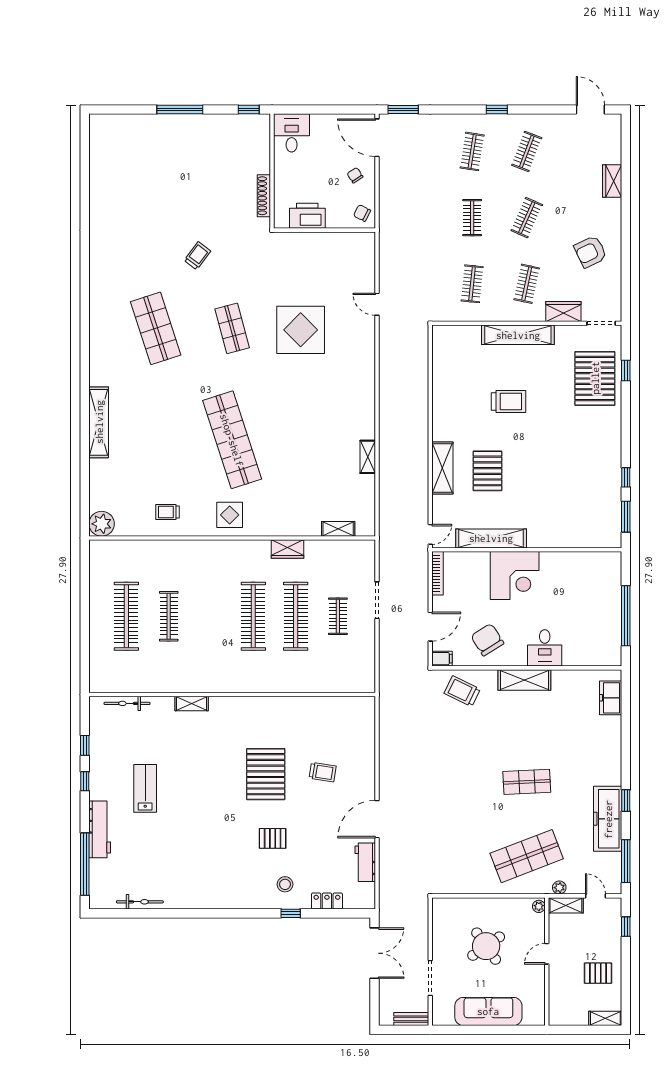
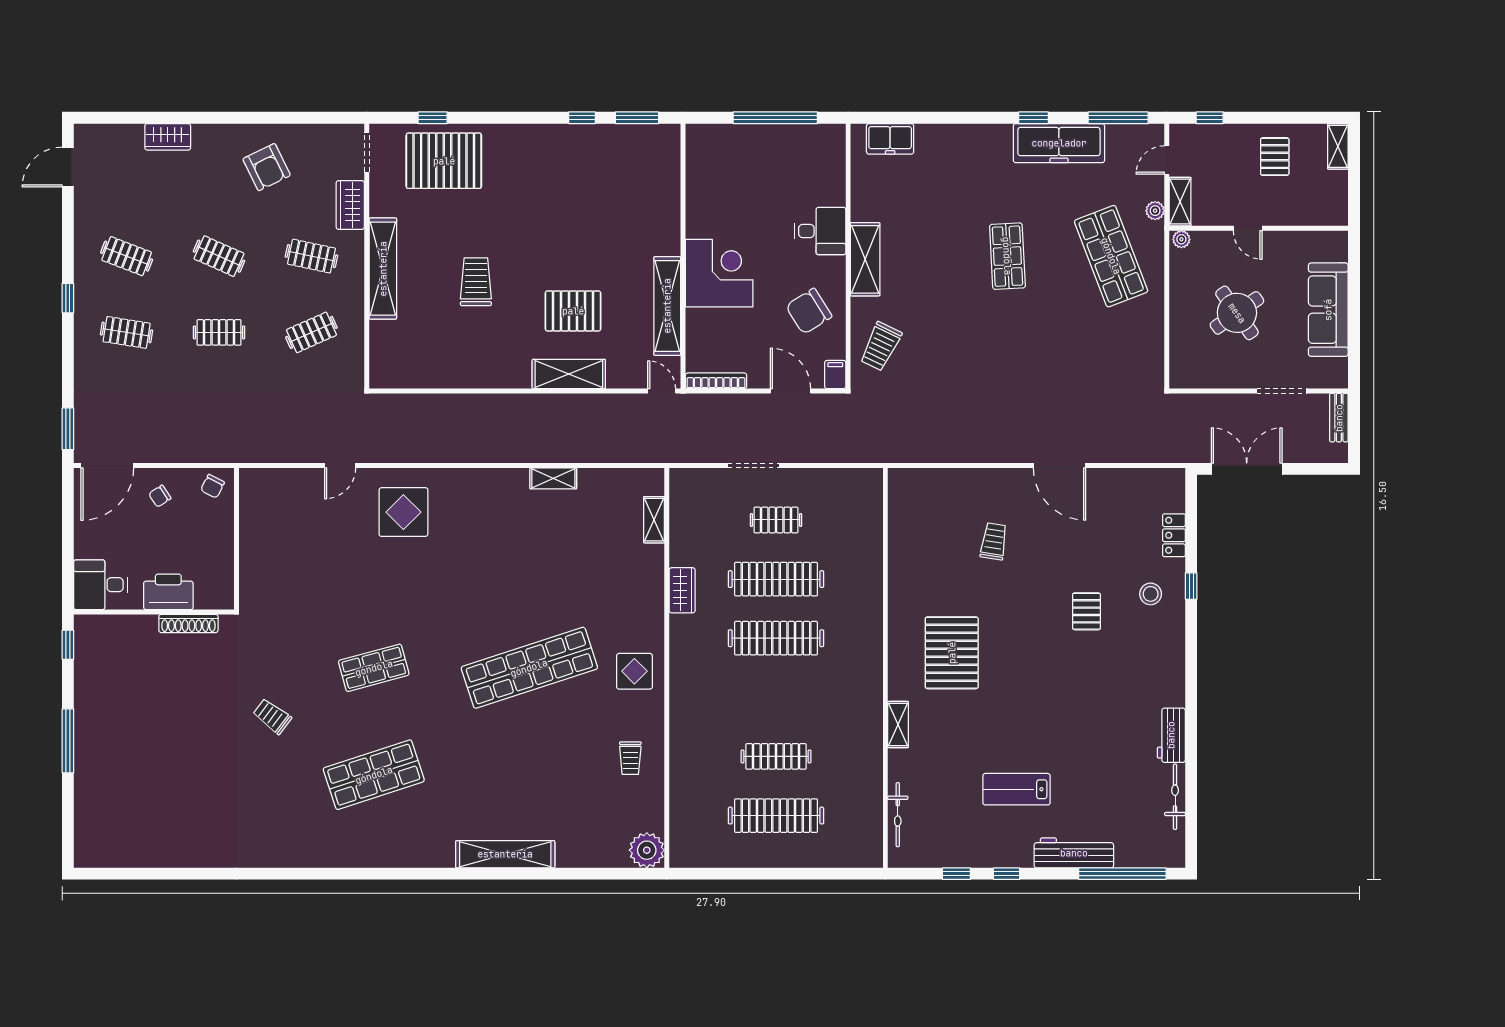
printer: (307, 216) -> (168, 592), moved, turned 90
clothes rail: (472, 284) -> (311, 332), turned -30
display table: (301, 330) -> (403, 512), moved, width x0.73, depth x0.73
pallet: (266, 774) -> (952, 653), moved, turned 90
workbench: (365, 862) -> (1171, 735), moved, turned 90

